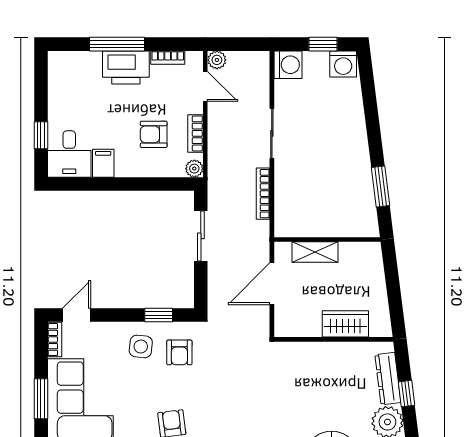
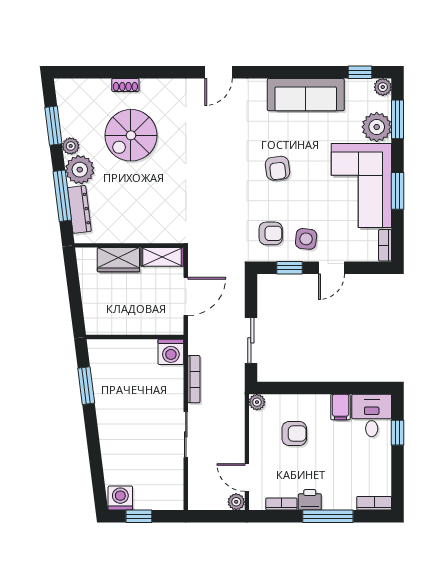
washing machine: (288, 65) -> (171, 352), moved, turned -90
printer: (126, 67) -> (310, 500), width x0.53, depth x0.68
bookcase: (195, 133) -> (374, 503), moved, turned -90
shelving: (315, 252) -> (162, 257), moved
door: (76, 315) -> (332, 268), moved
armchair: (179, 352) -> (271, 233), turned 90
window: (407, 394) -> (62, 196), width x2.17

